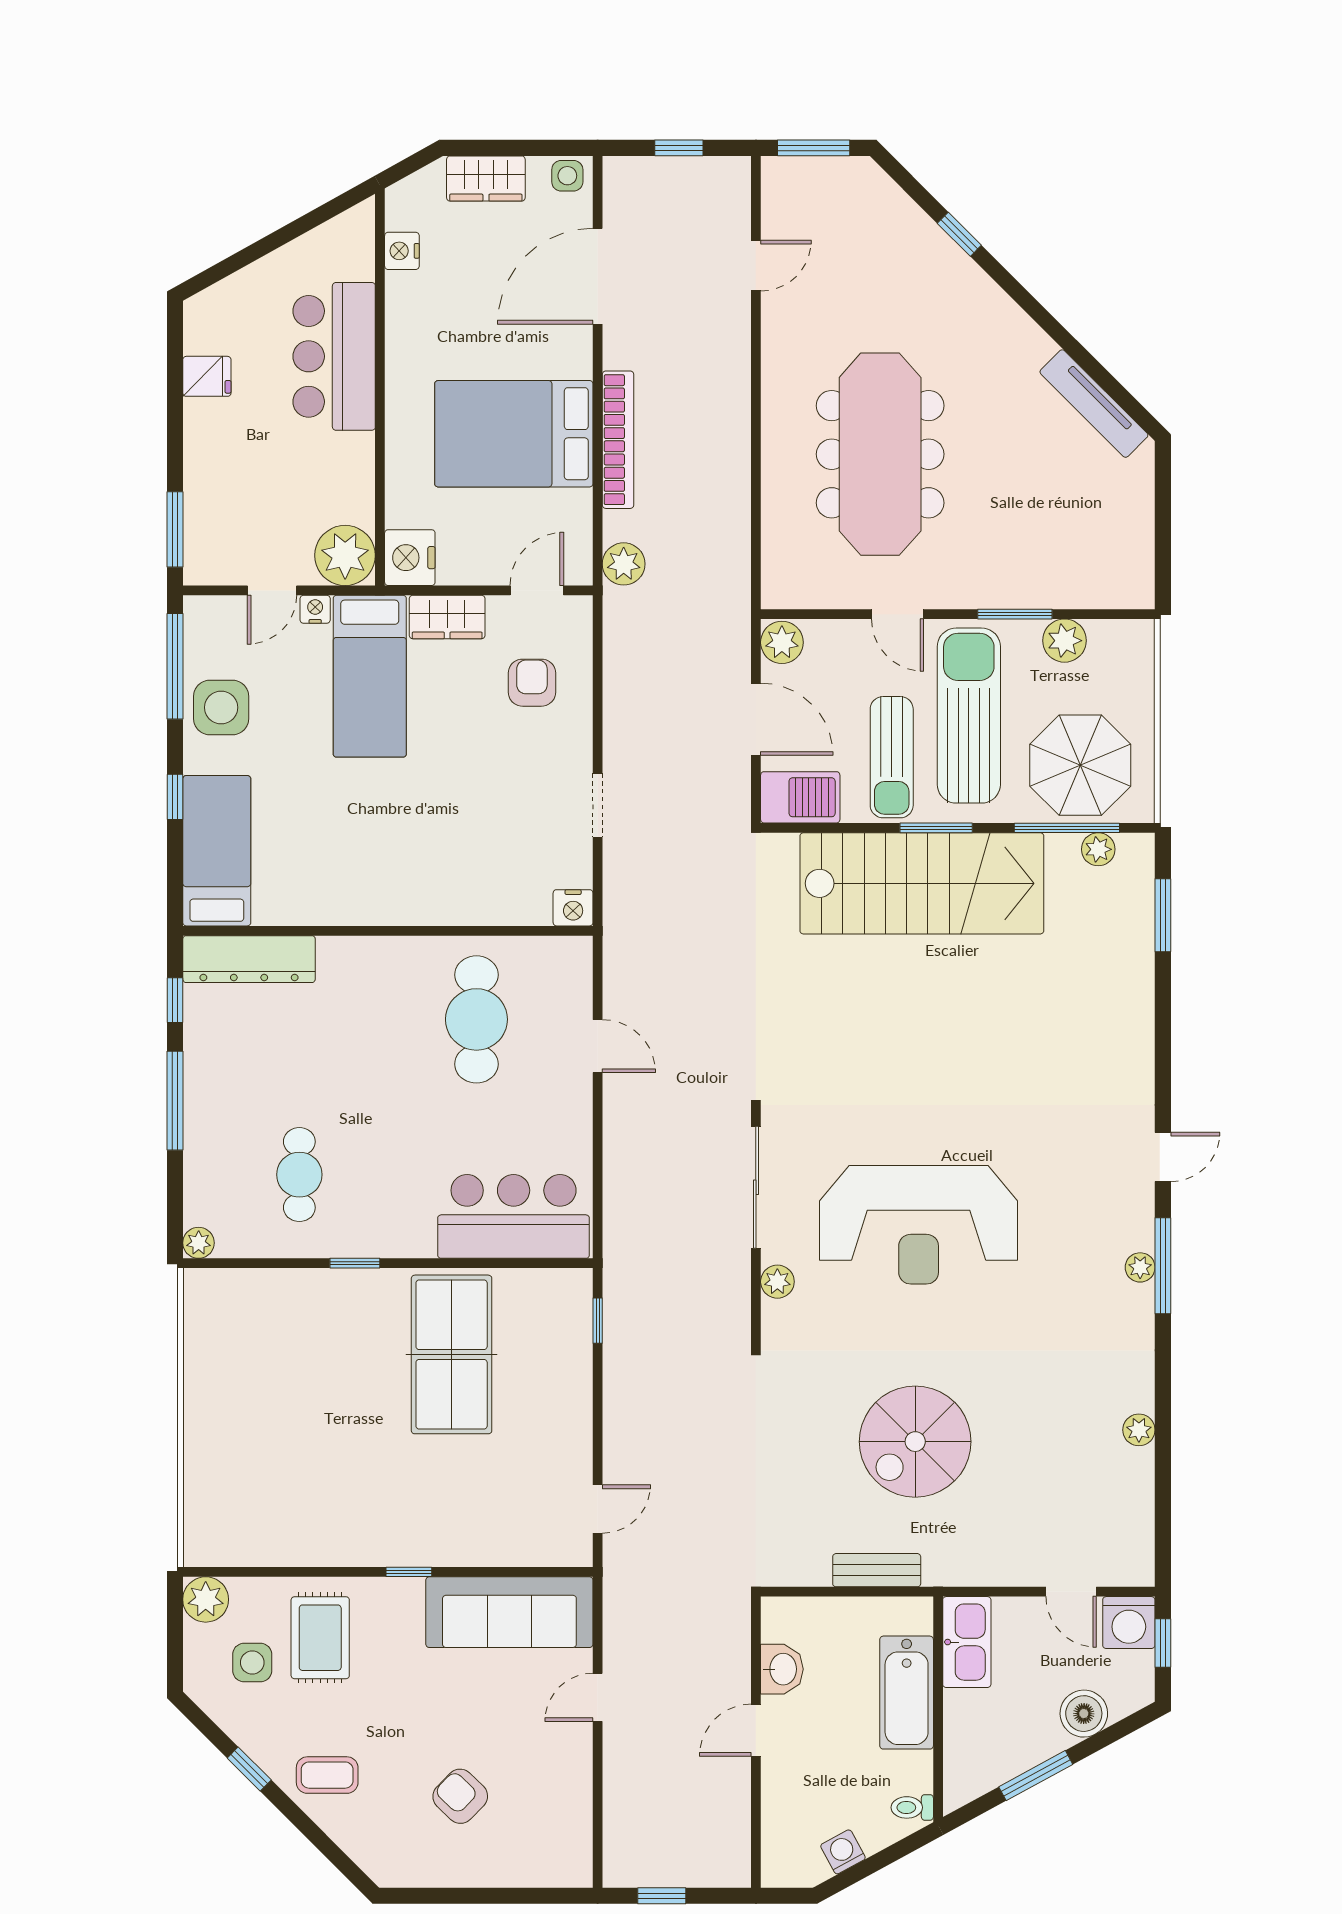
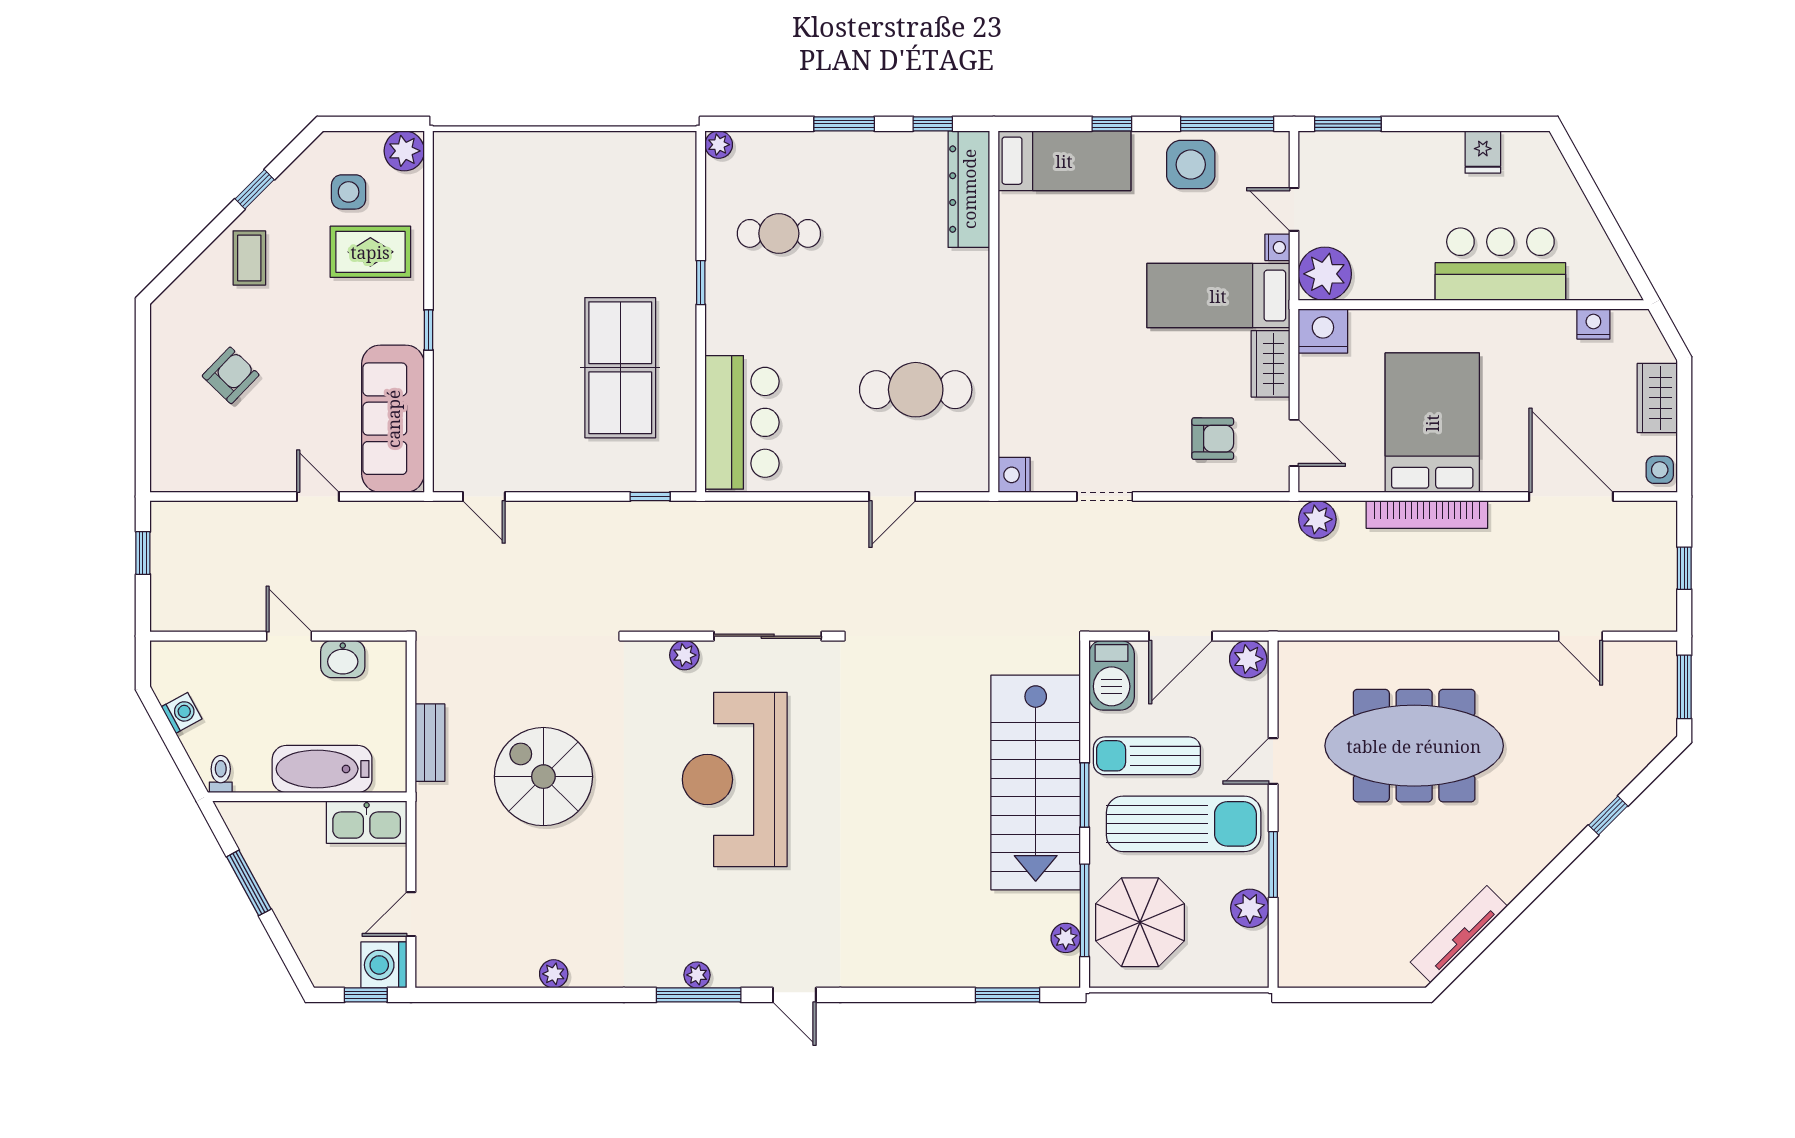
window: (175, 1101) -> (844, 124), width x0.69
table tennis table: (452, 1354) -> (620, 368), turned 90
boiler: (1084, 1714) -> (304, 925), removed

